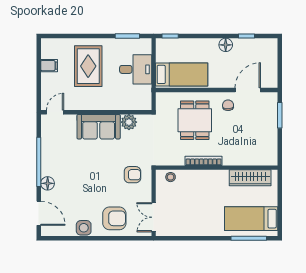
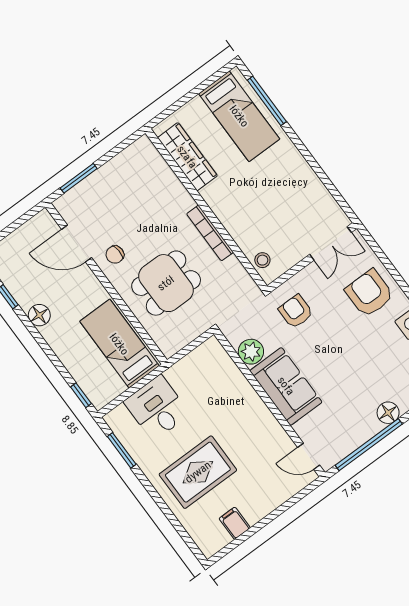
door: (55, 112) -> (309, 456), moved
wall: (96, 112) -> (269, 403), moved
plant: (129, 122) -> (251, 352), moved
sofa: (99, 127) -> (286, 386), moved

